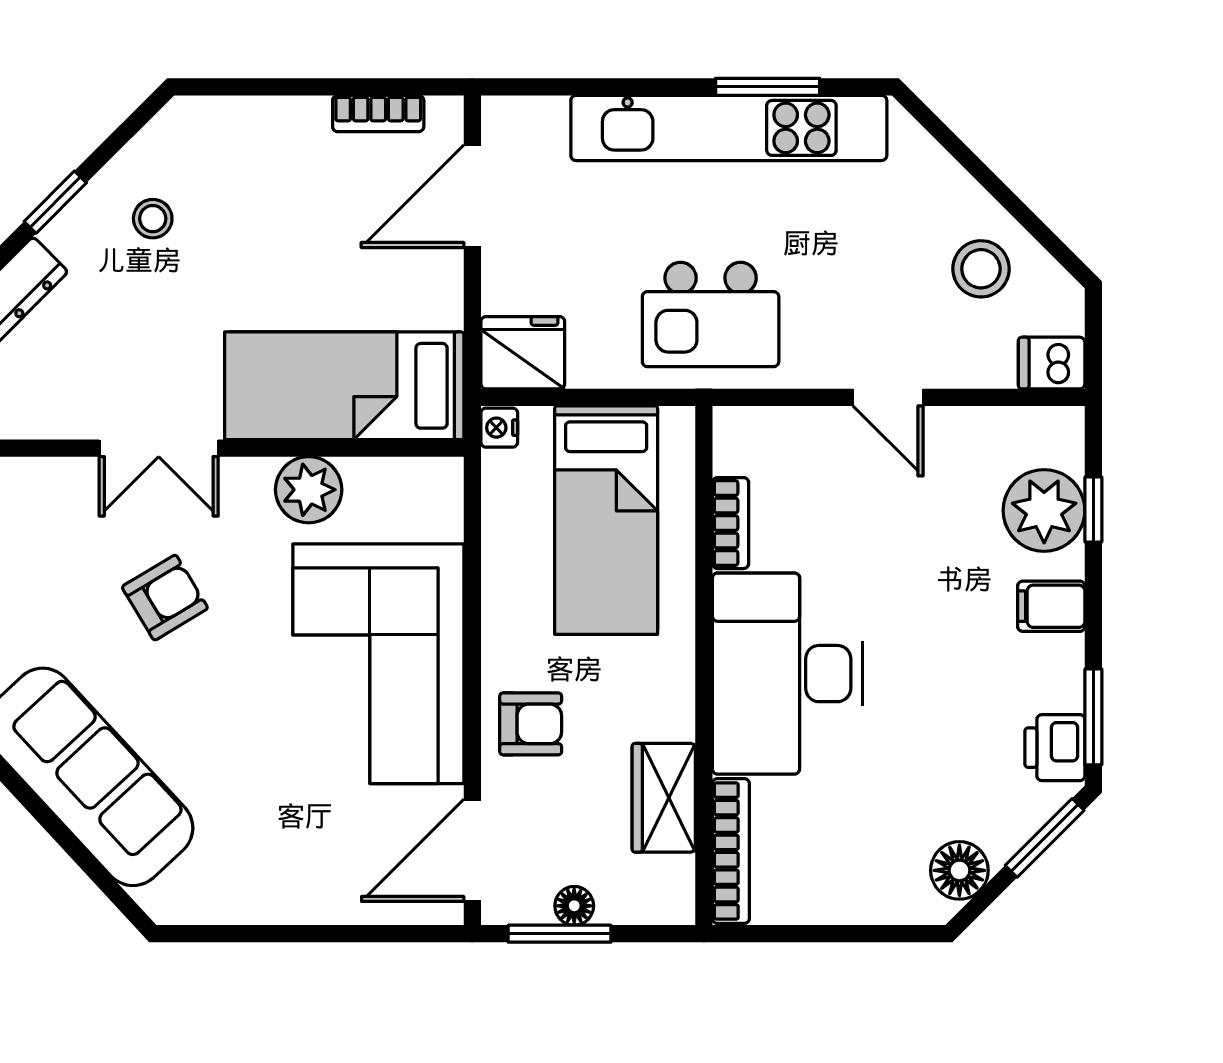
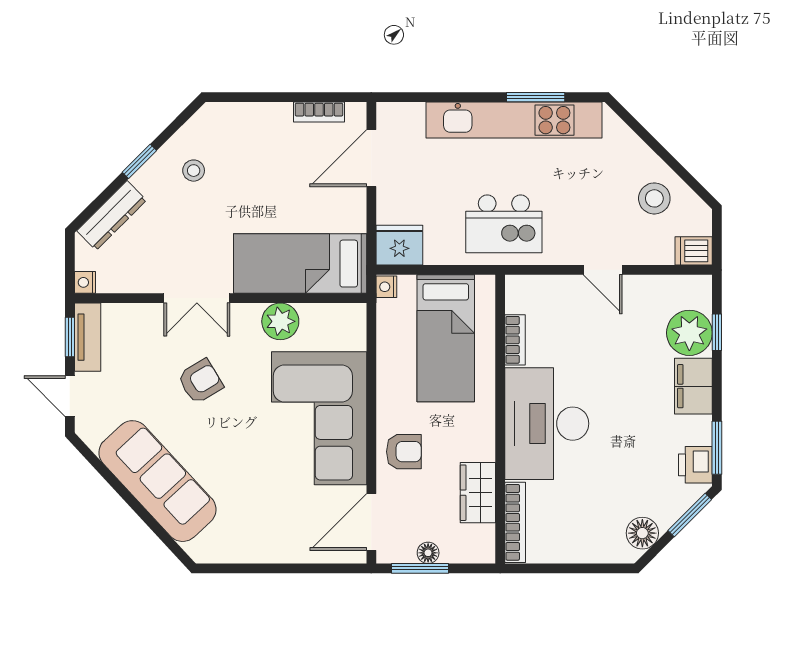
filing cabinet: (1051, 606) -> (693, 386), width x2.00

